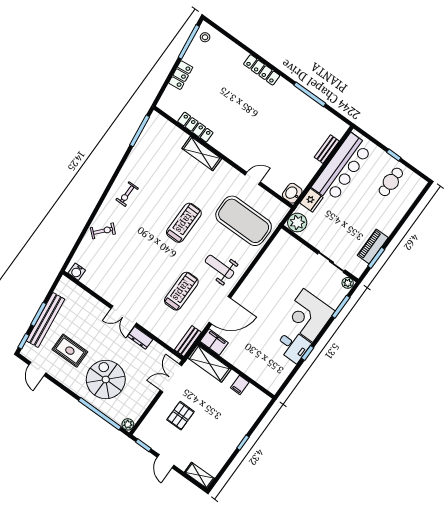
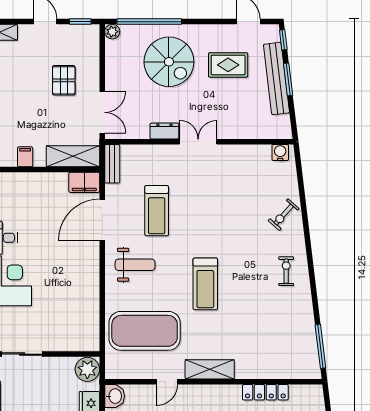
shelving: (202, 154) -> (210, 369), moved

